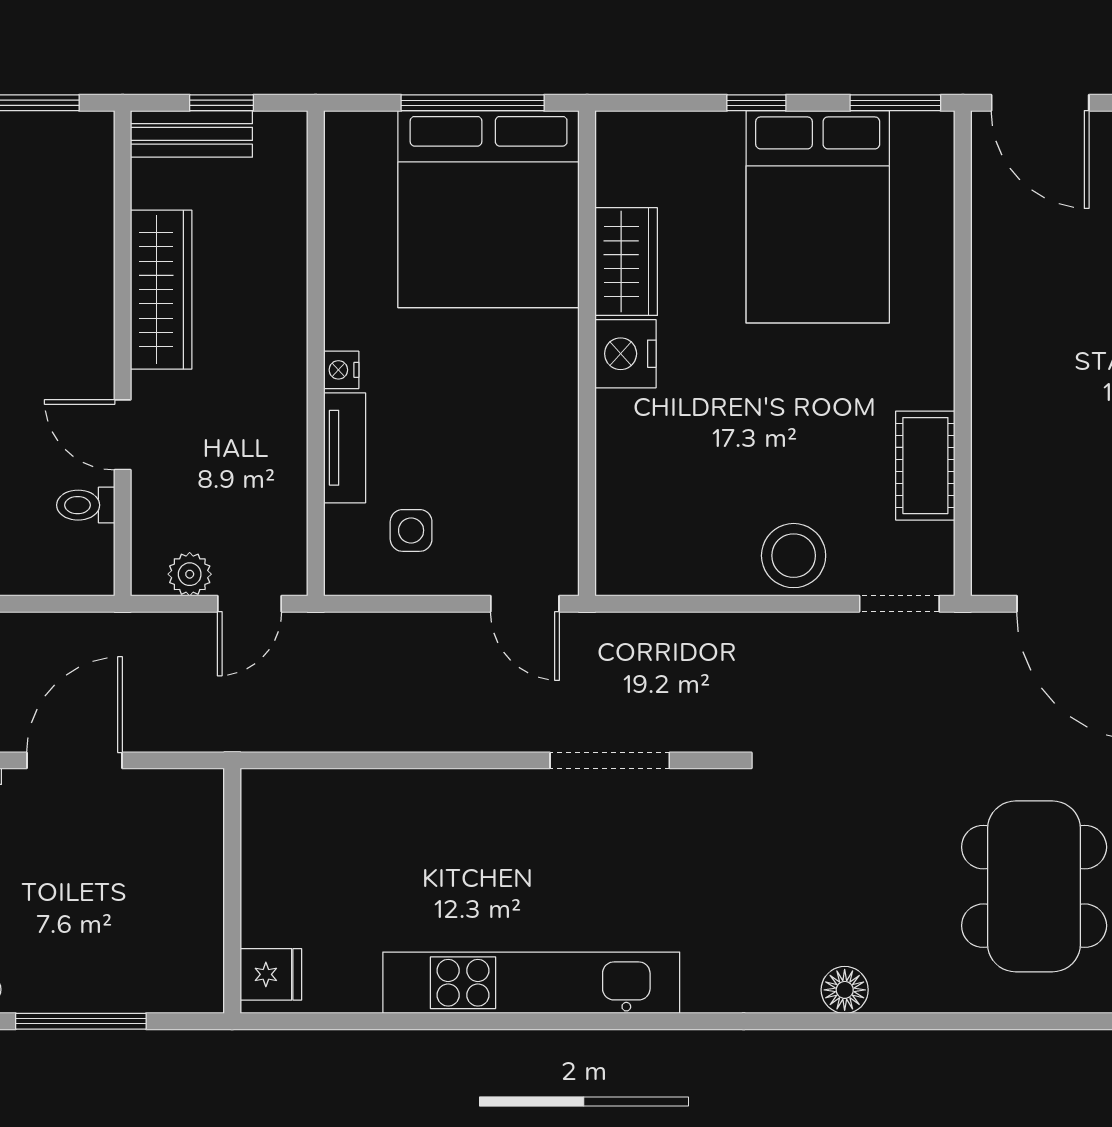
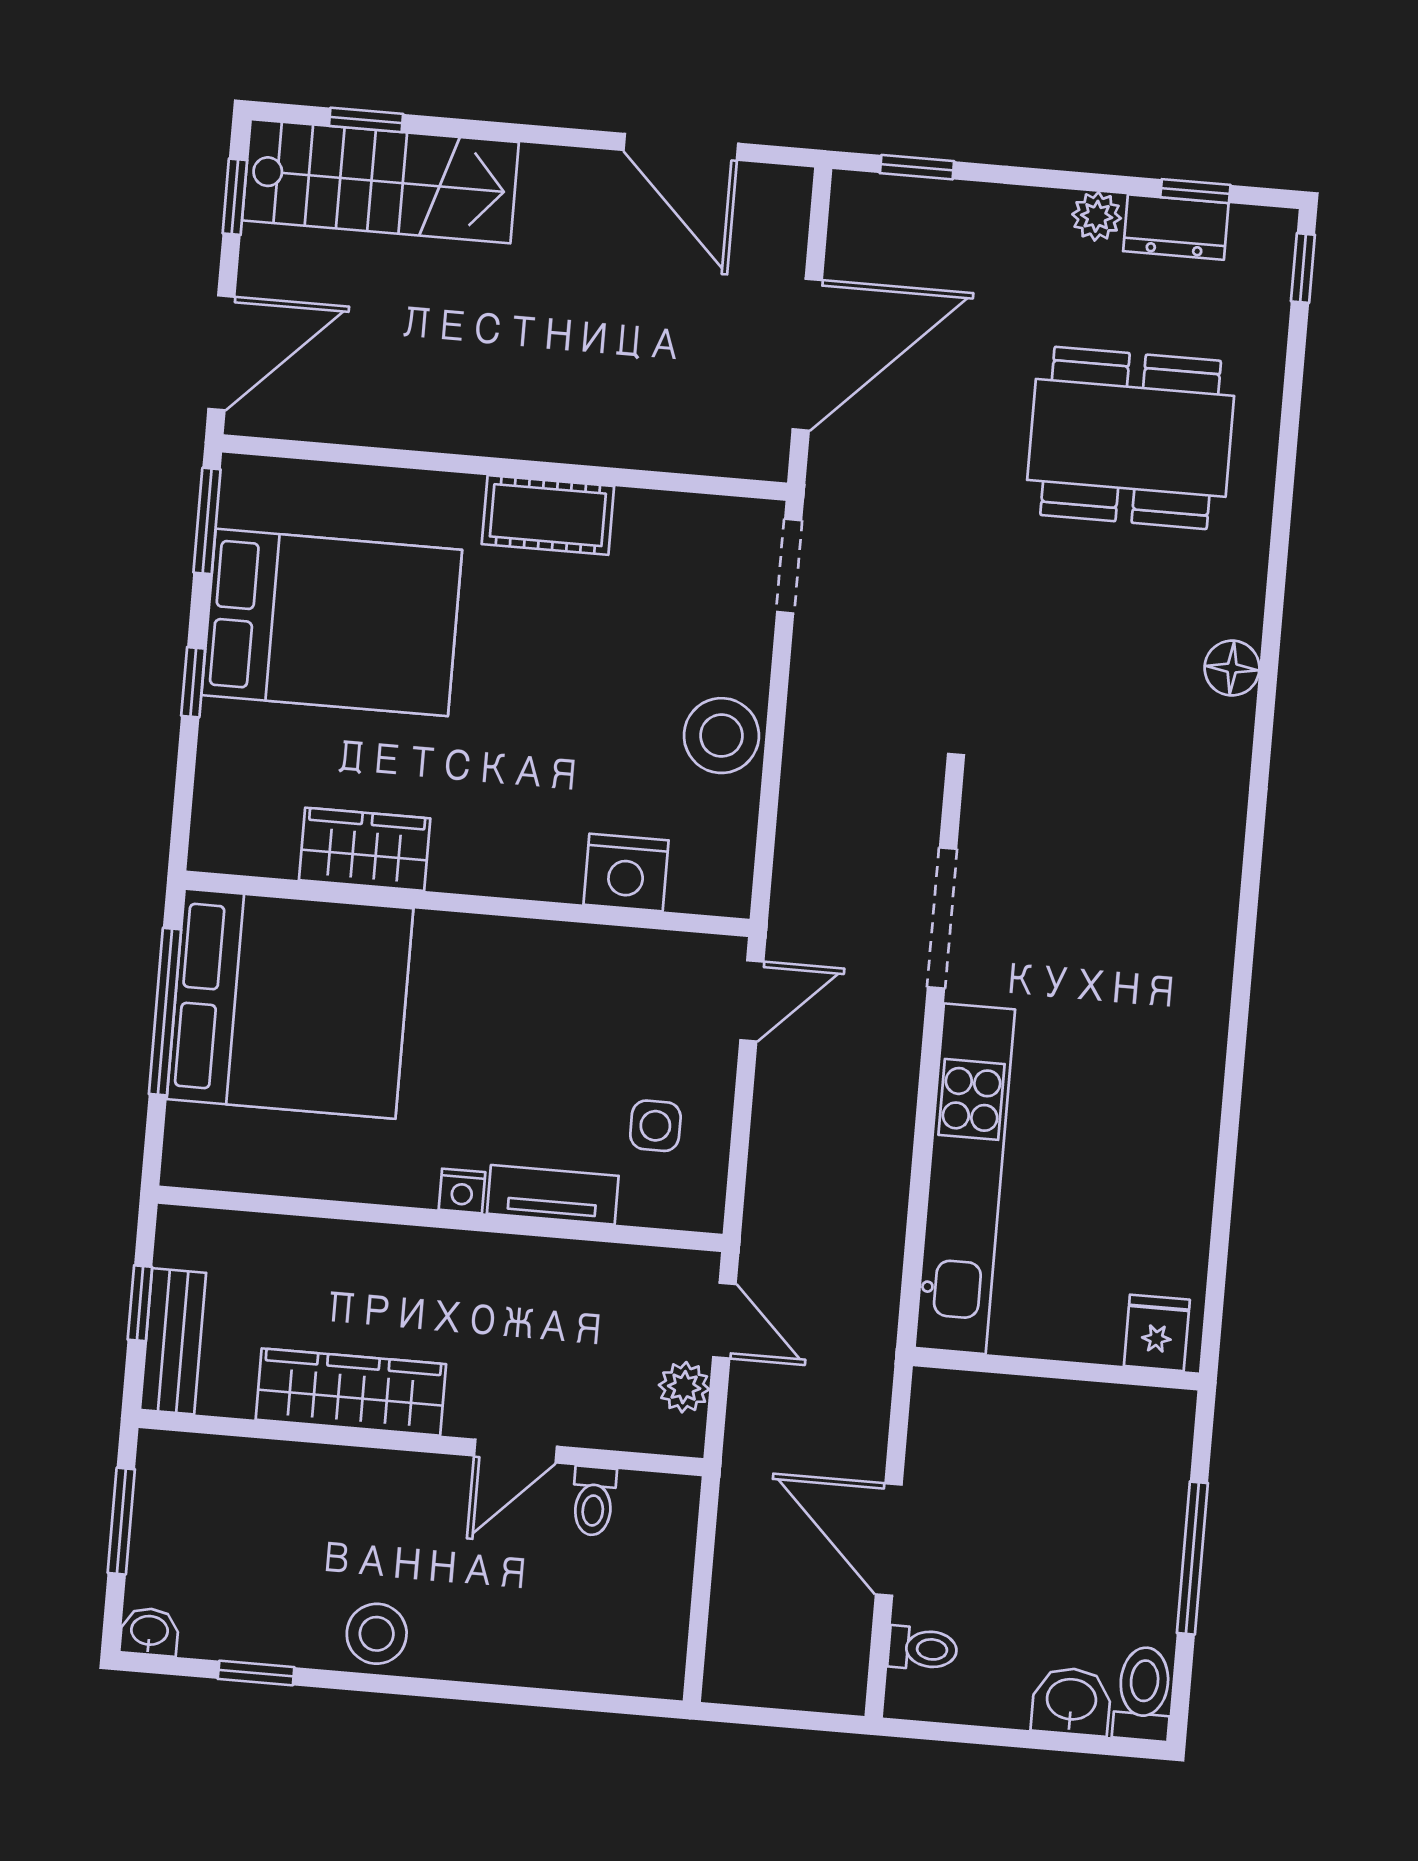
nightstand: (625, 354) -> (626, 872), moved
cot: (925, 466) -> (548, 515), moved
stool: (794, 556) -> (721, 736), moved
kitchen unit: (531, 983) -> (965, 1179), moved, turned 180

